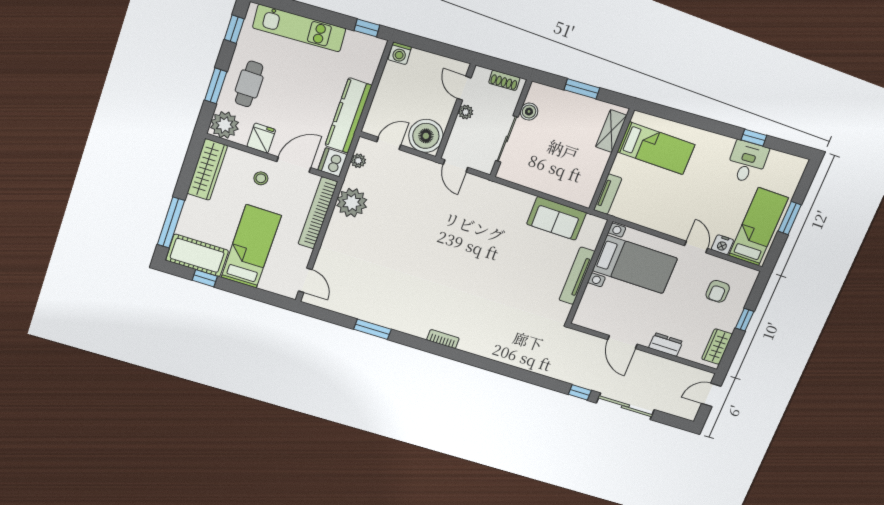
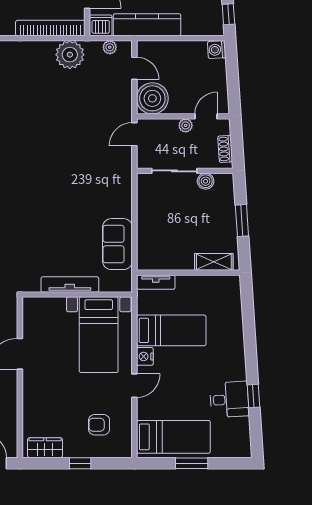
bed: (656, 148) -> (171, 330), moved, turned -90
nightstand: (722, 245) -> (145, 356), moved
dresser: (666, 345) -> (31, 397), removed

